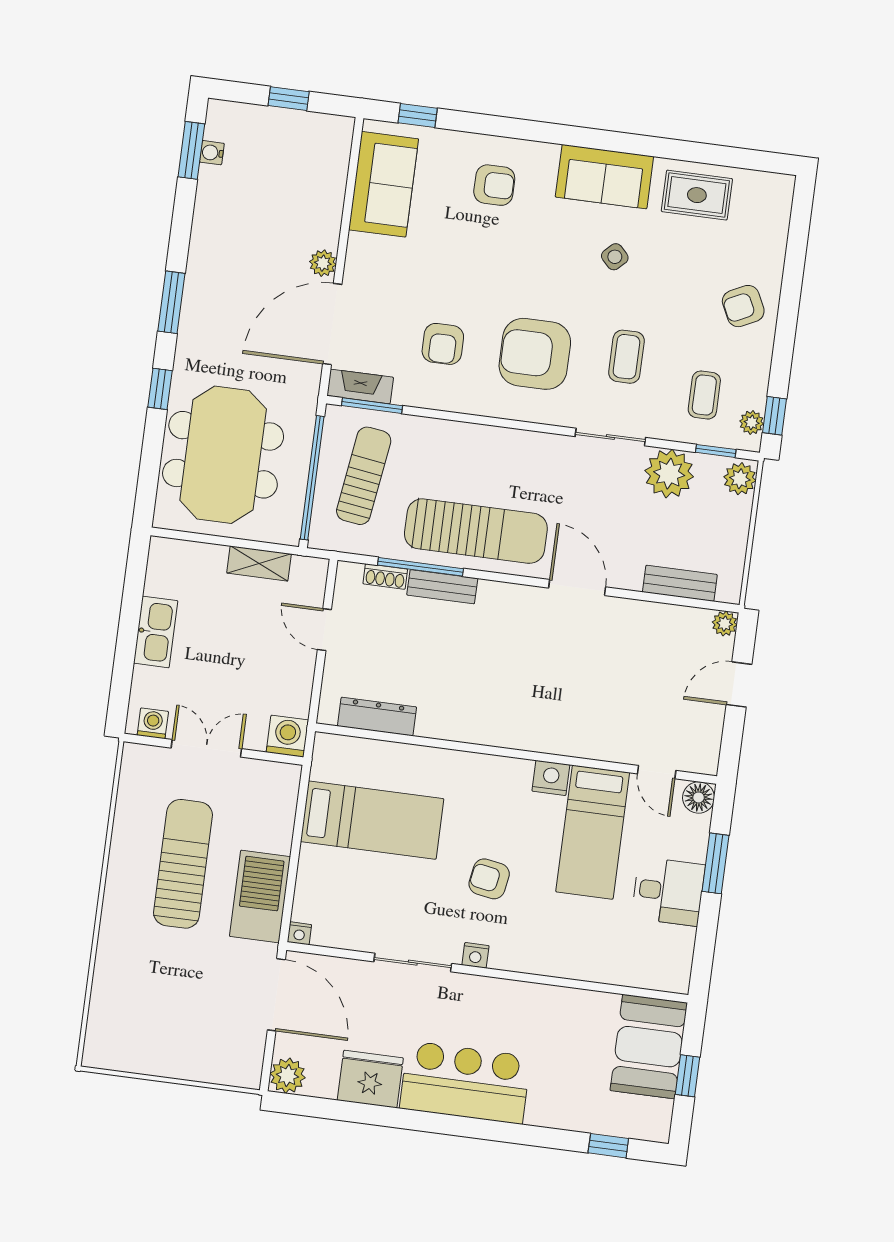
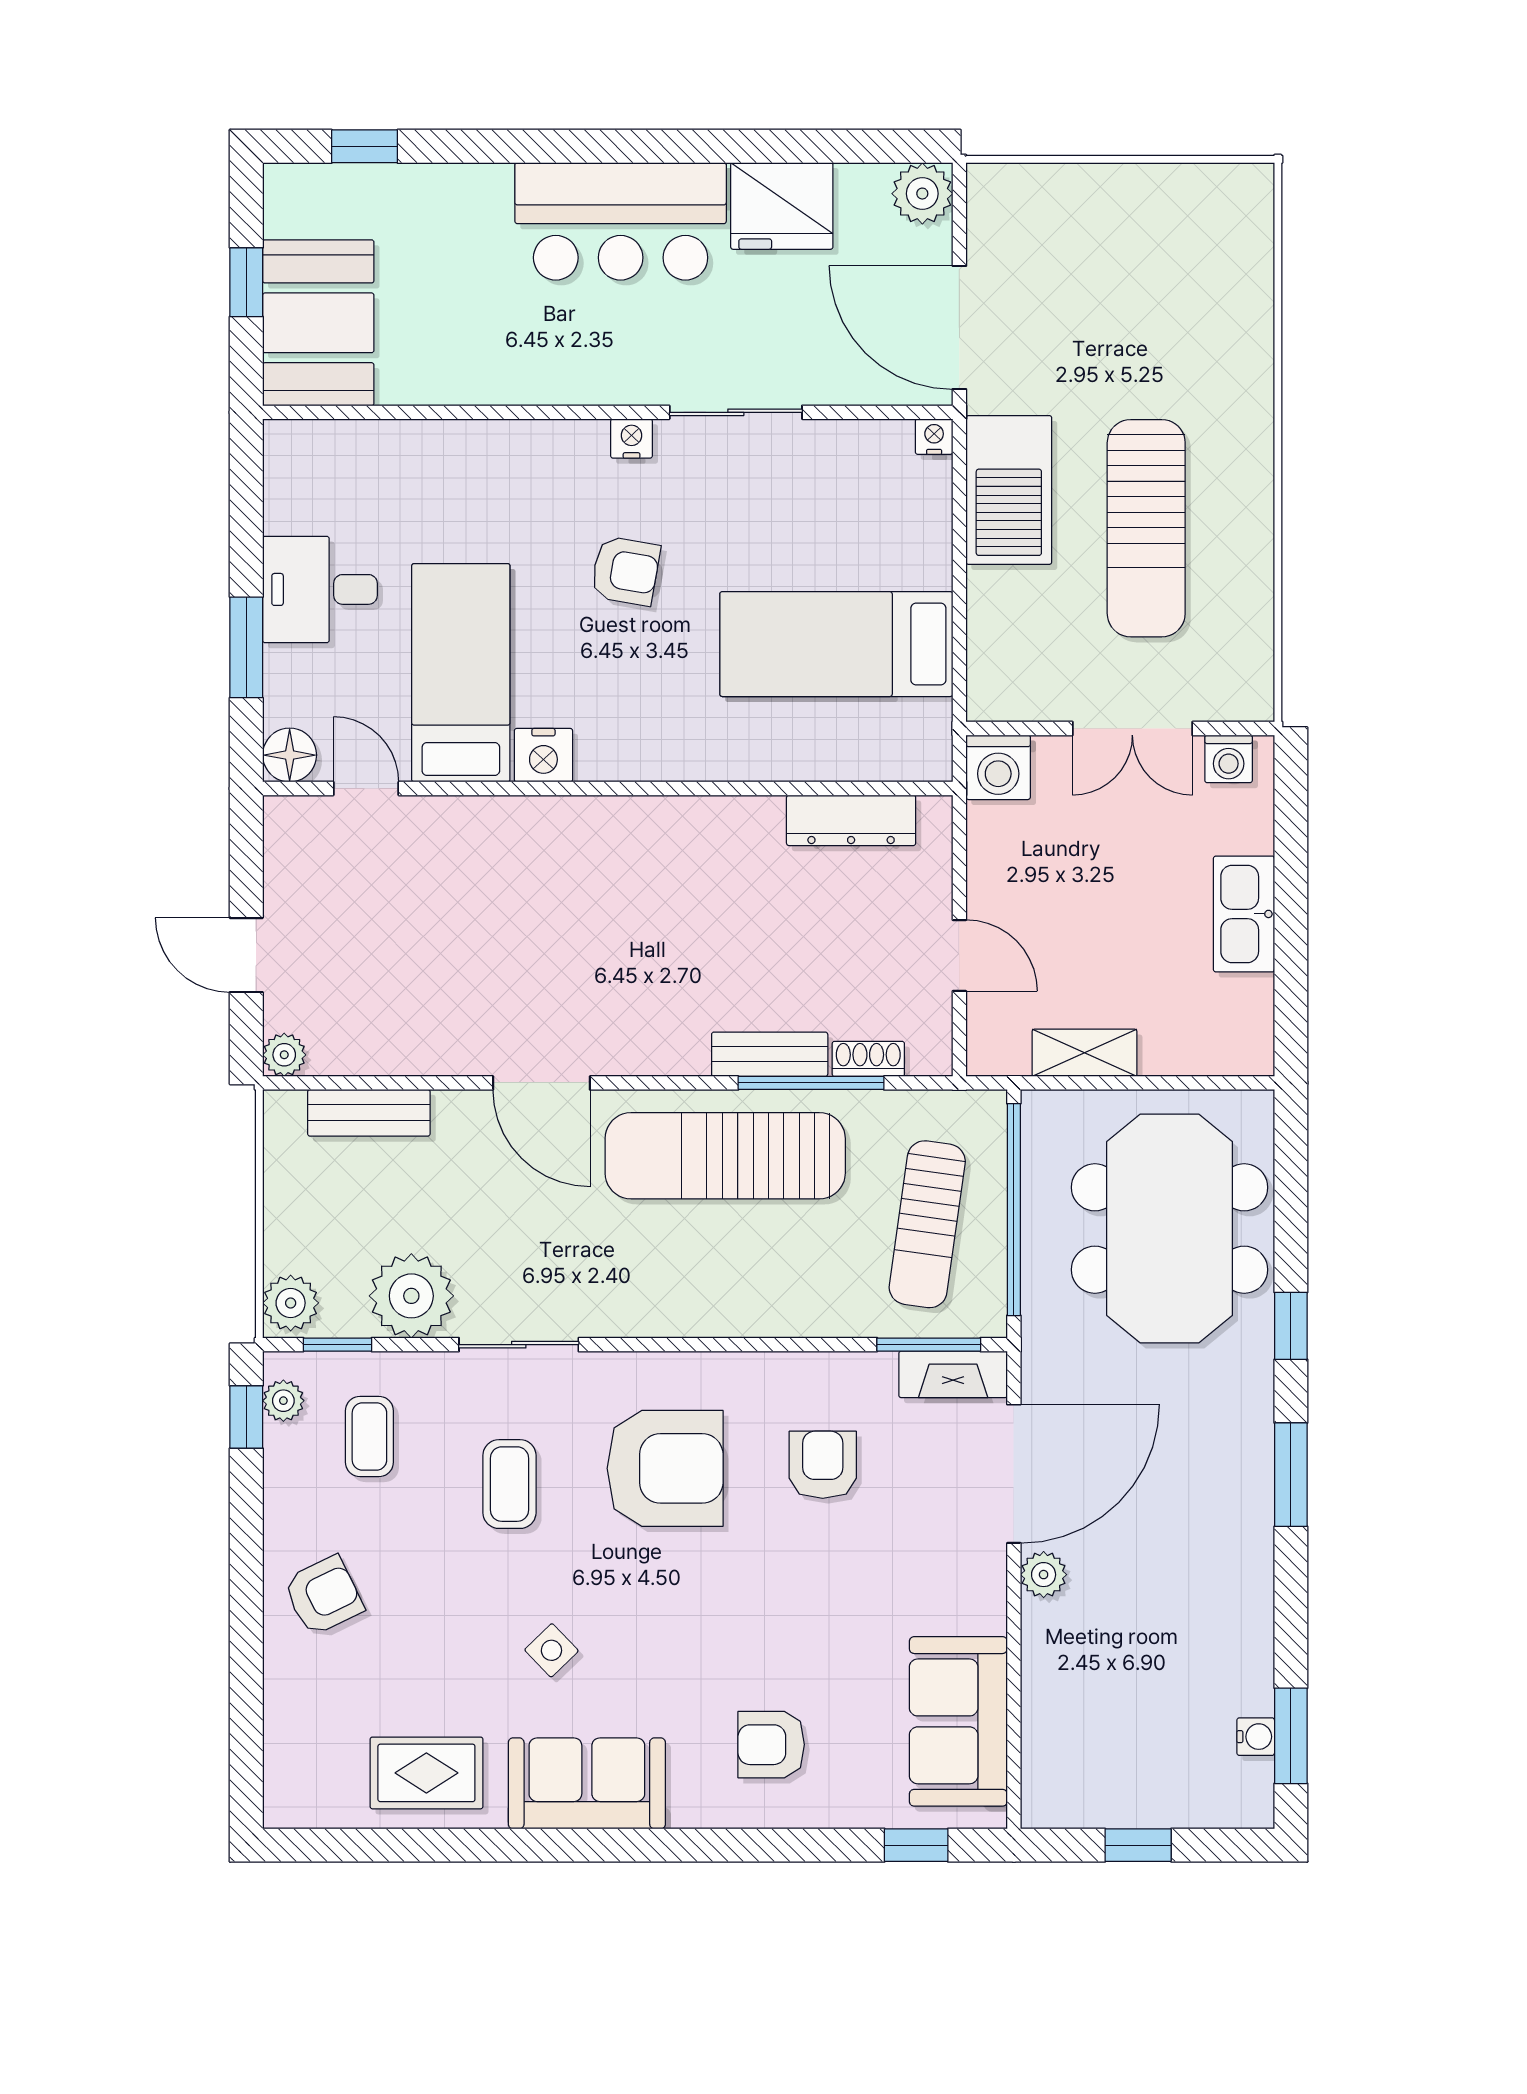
door: (739, 684) -> (246, 955), swing flipped

